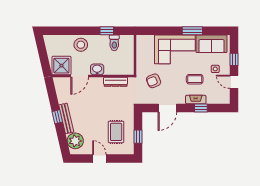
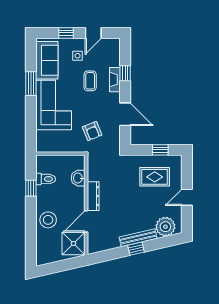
washbasin: (97, 69) -> (78, 178), moved
door: (80, 76) -> (86, 221), swing flipped
dresser: (116, 82) -> (93, 196), moved

